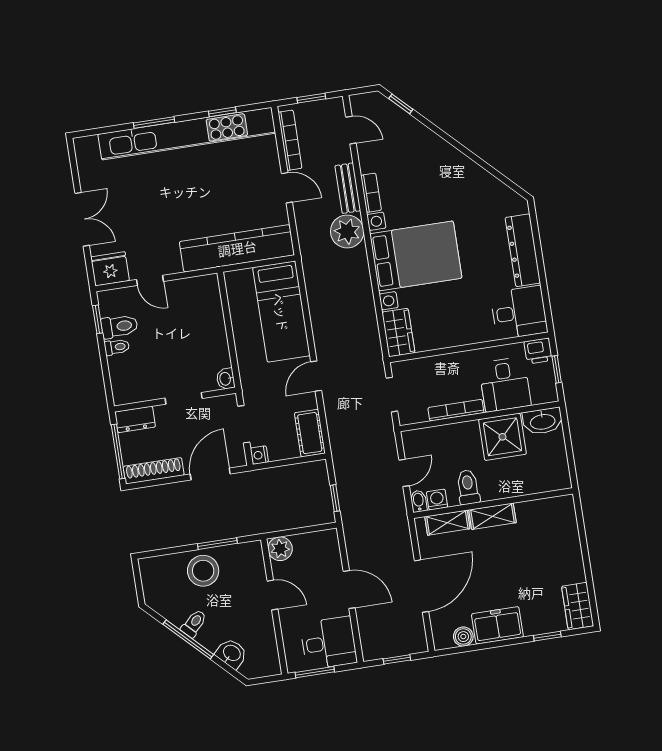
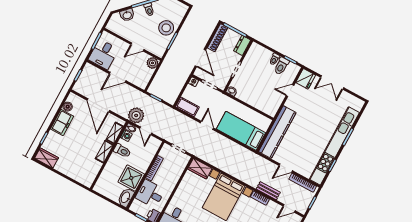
plant: (347, 231) -> (136, 115), moved

